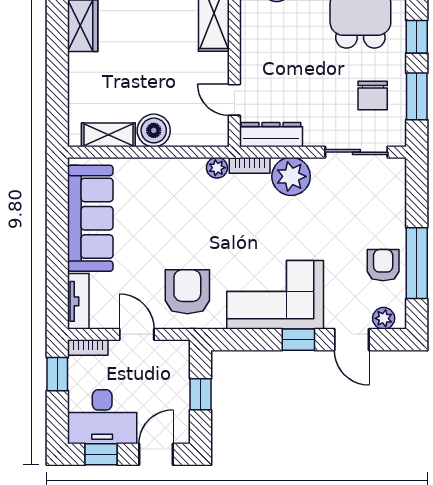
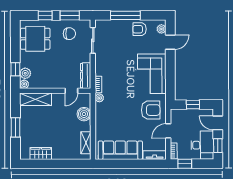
boiler: (154, 130) -> (84, 114), moved
plant: (291, 176) -> (103, 67), removed
window: (417, 263) -> (125, 15), moved
armchair: (187, 292) -> (151, 110), turned 180
window: (298, 340) -> (170, 64), removed

